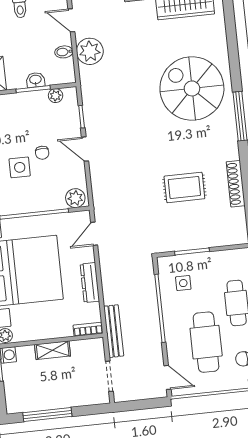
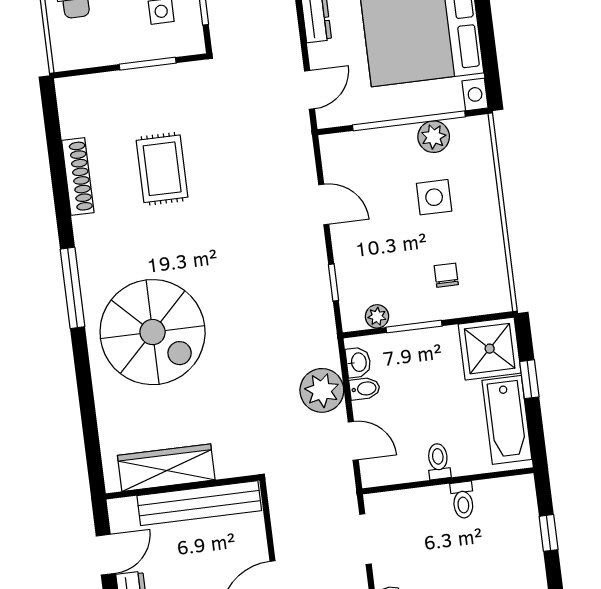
washbasin: (35, 80) -> (358, 362), moved, turned -90
door: (85, 149) -> (324, 205), moved
chair: (42, 153) -> (446, 275), moved
rug: (184, 187) -> (162, 169), turned 90
plant: (75, 198) -> (434, 137), moved

